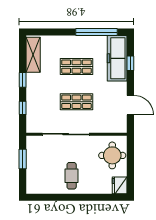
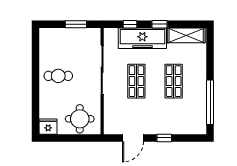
freezer: (117, 58) -> (142, 38), moved, turned 180
window: (130, 63) -> (164, 138), moved

